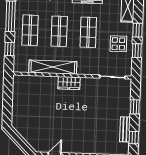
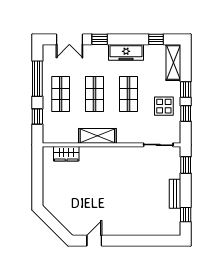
shelving: (53, 67) -> (97, 136), width x0.68
wardrobe: (69, 83) -> (66, 154), moved
window: (135, 107) -> (186, 165), moved
bench: (125, 129) -> (175, 194), moved

